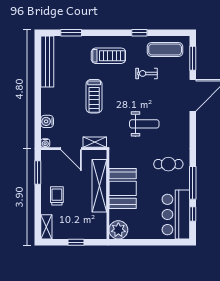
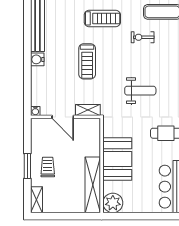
water cooler: (47, 121) -> (37, 59), moved
window: (38, 173) -> (27, 166), moved
shelving: (99, 186) -> (93, 185), moved
window: (76, 242) -> (68, 216), removed

